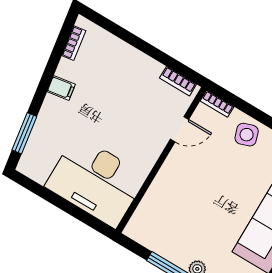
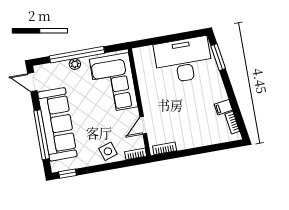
filing cabinet: (61, 88) -> (223, 107), moved
desk: (96, 181) -> (183, 60), moved
corner sofa: (171, 208) -> (114, 83), added

